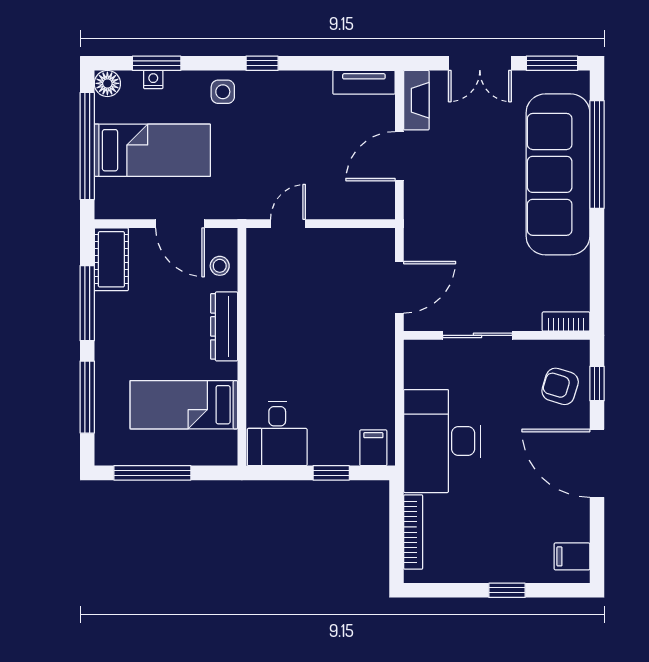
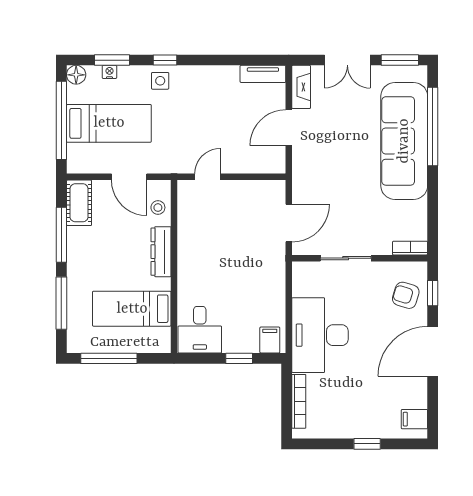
window: (262, 63) -> (165, 60), moved
door: (597, 463) -> (433, 351), hinge flipped

